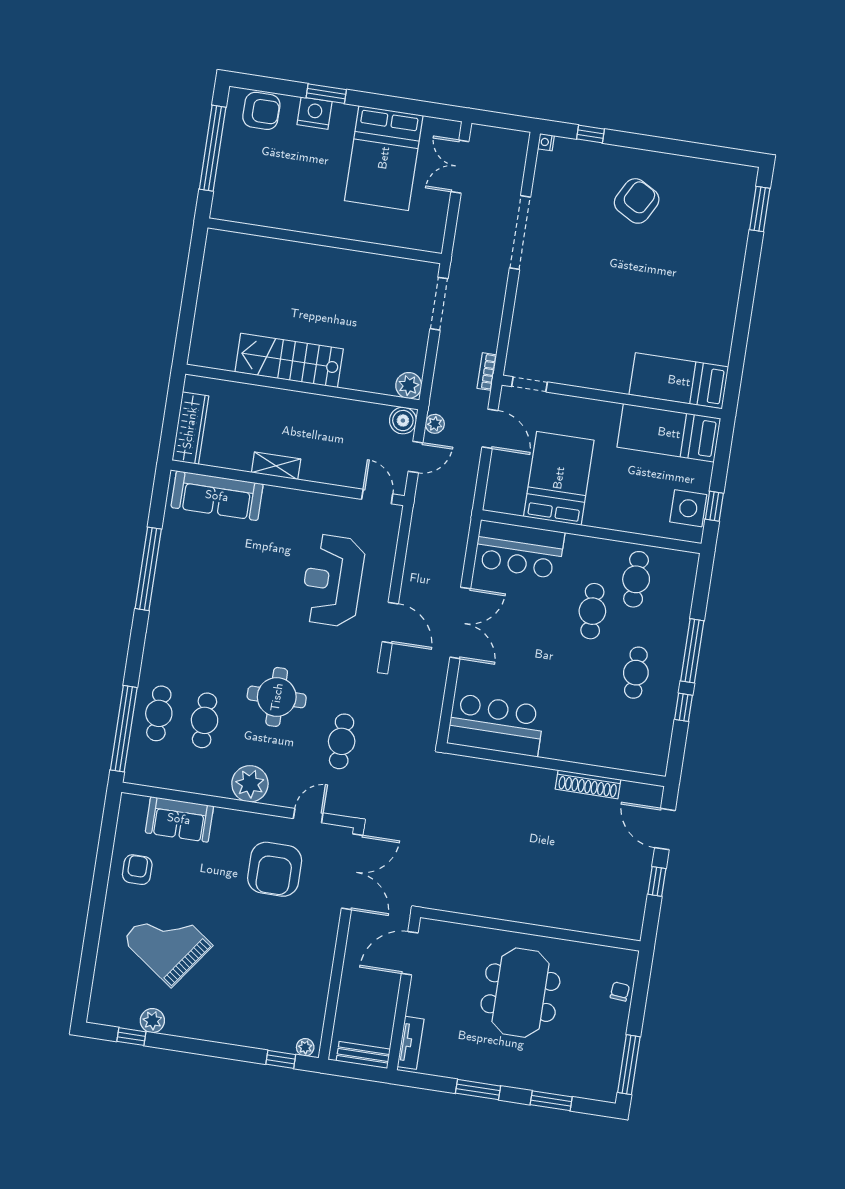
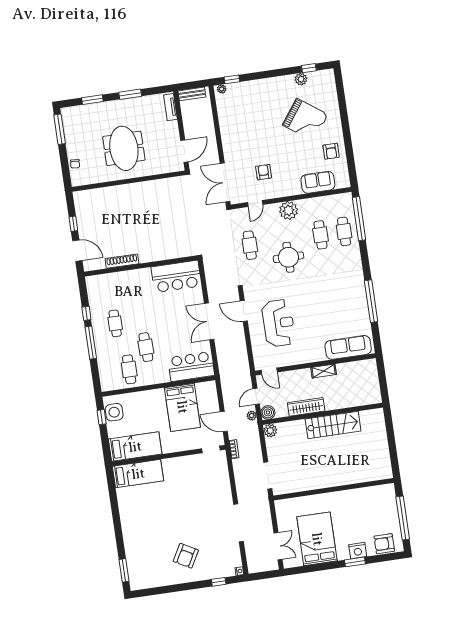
wardrobe: (190, 428) -> (306, 407), moved, turned 90
armchair: (275, 869) -> (264, 172), width x0.53, depth x0.53

